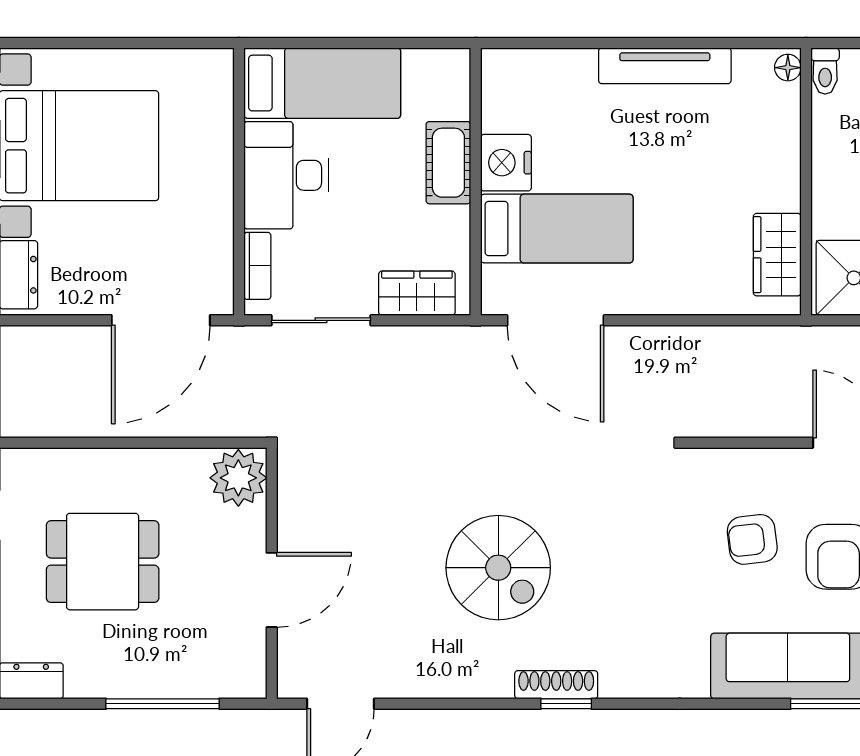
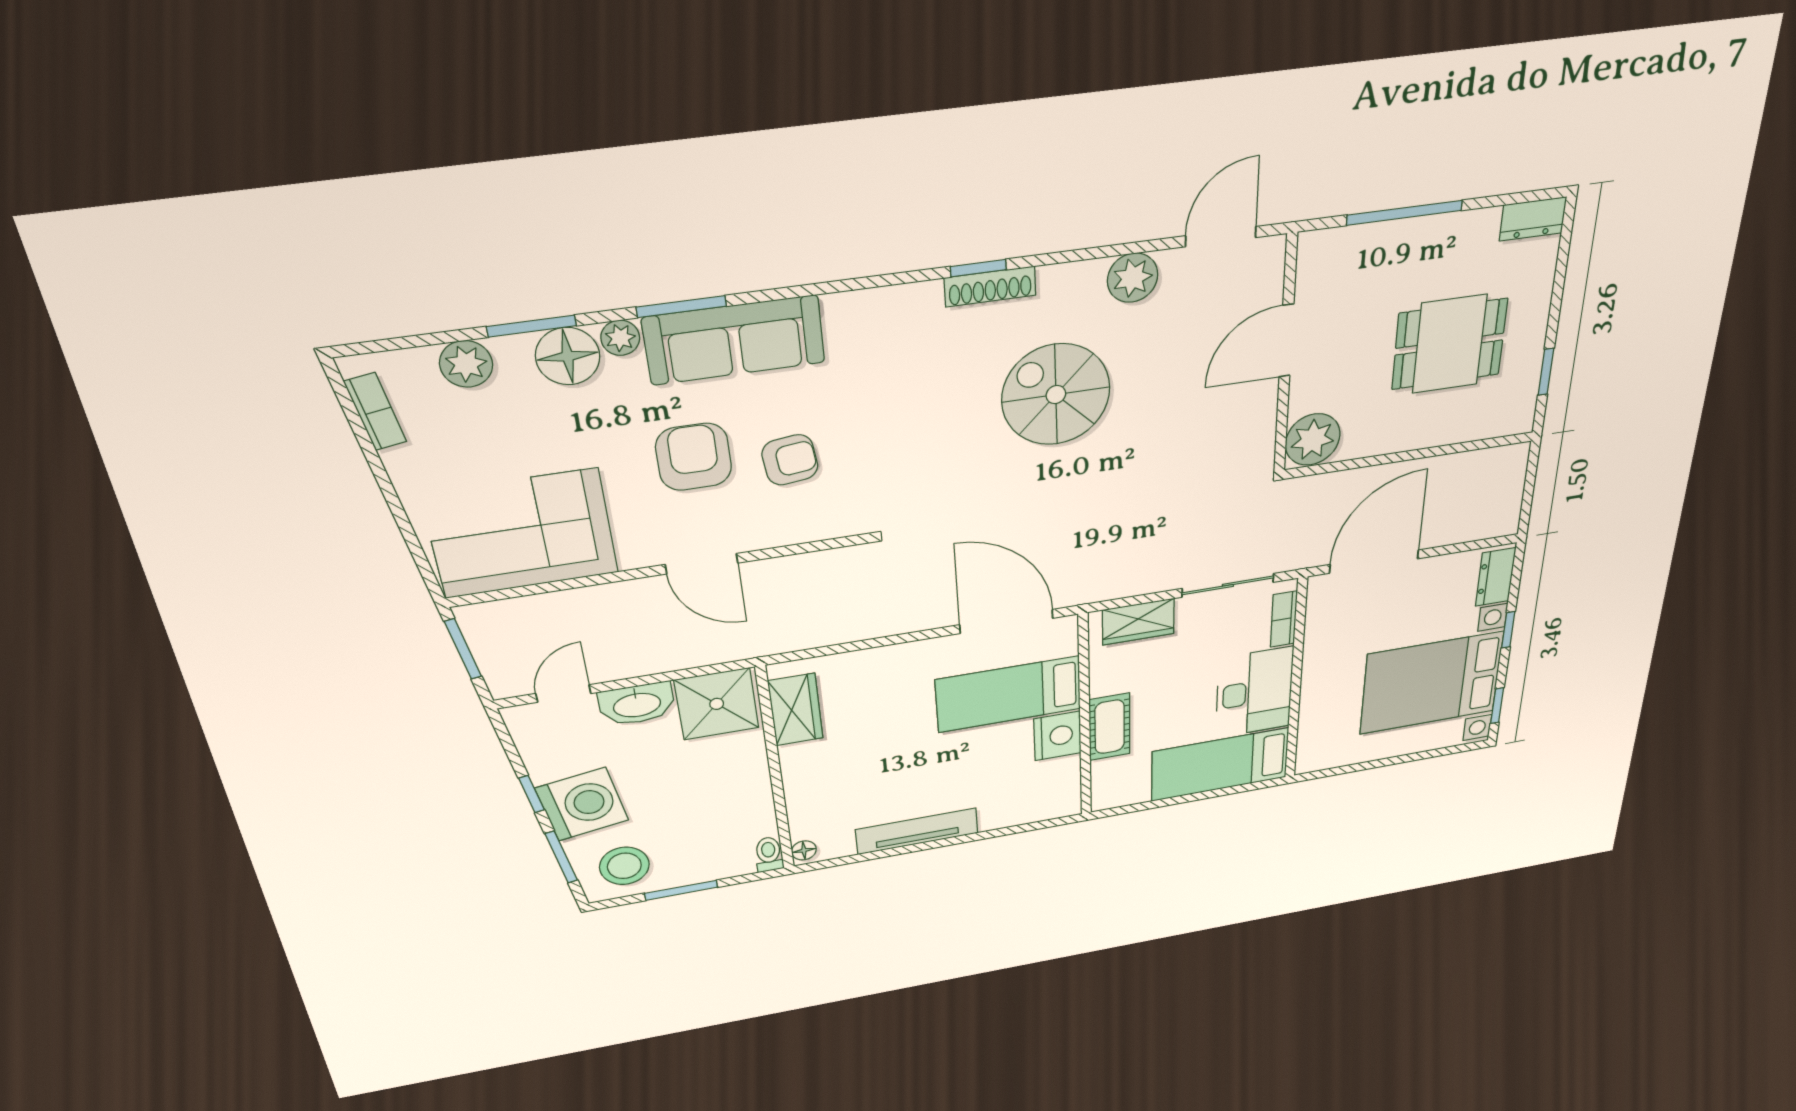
plant: (424, 675) -> (1133, 278), added

